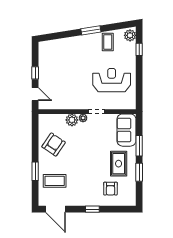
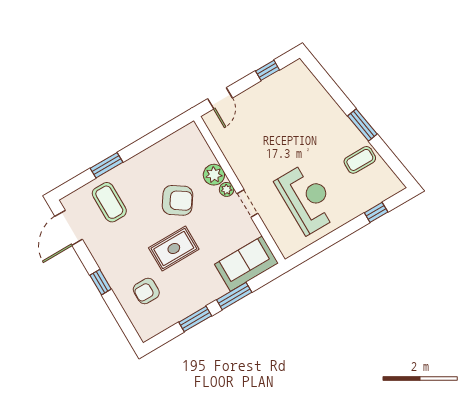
plant: (130, 35) -> (389, 187), removed
window: (35, 73) -> (268, 70), moved
armchair: (54, 145) -> (178, 200), moved
rug: (119, 164) -> (174, 249), moved

